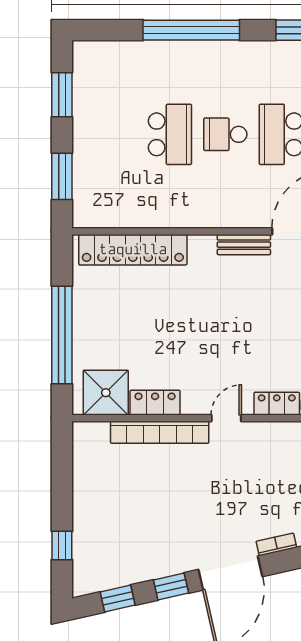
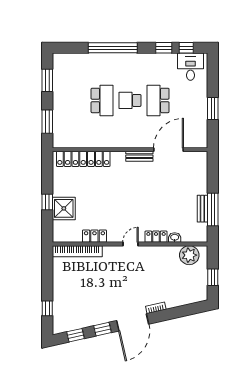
window: (62, 335) -> (47, 202), width x0.32
shower: (106, 393) -> (64, 208), moved
bookcase: (160, 432) -> (77, 251), moved

